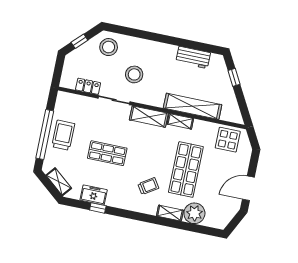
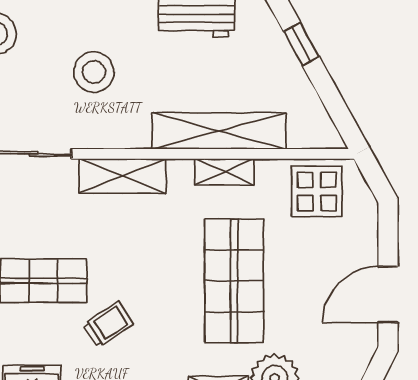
stool: (134, 74) -> (94, 72), moved
shelving: (180, 121) -> (224, 172), moved
trolley: (148, 186) -> (108, 325), moved

